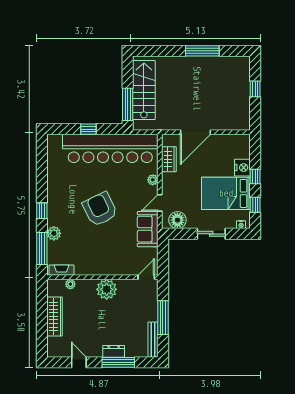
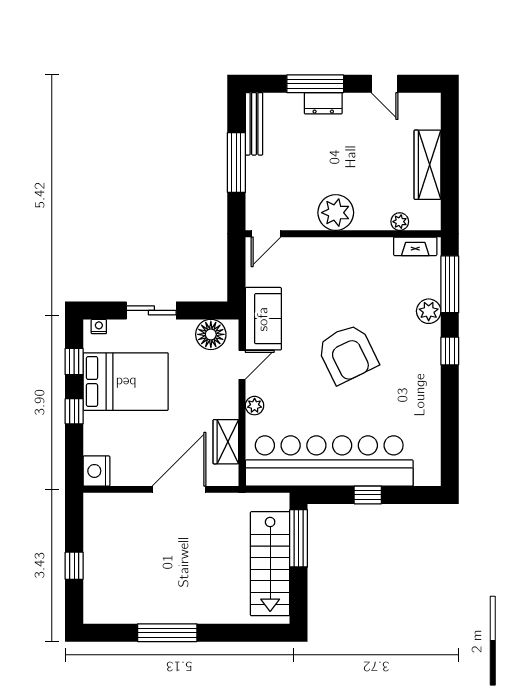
nightstand: (242, 168) -> (96, 471), moved

